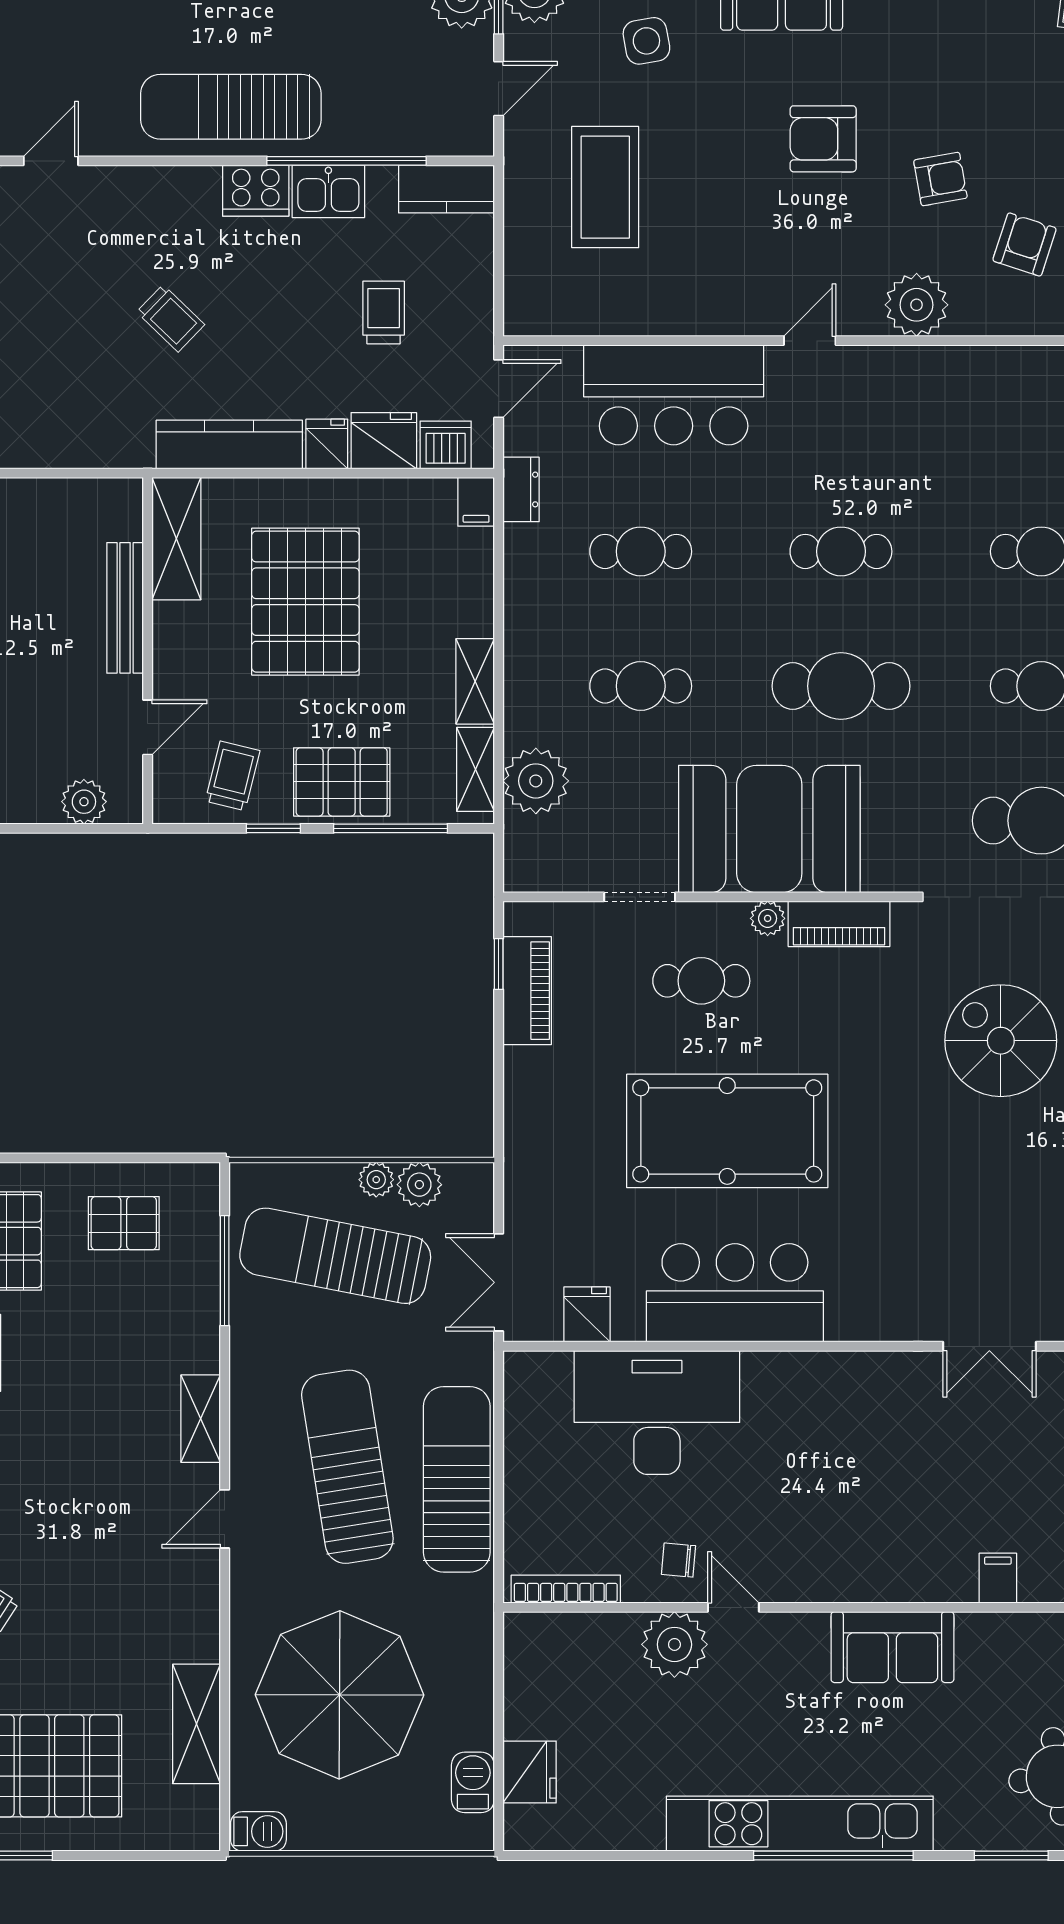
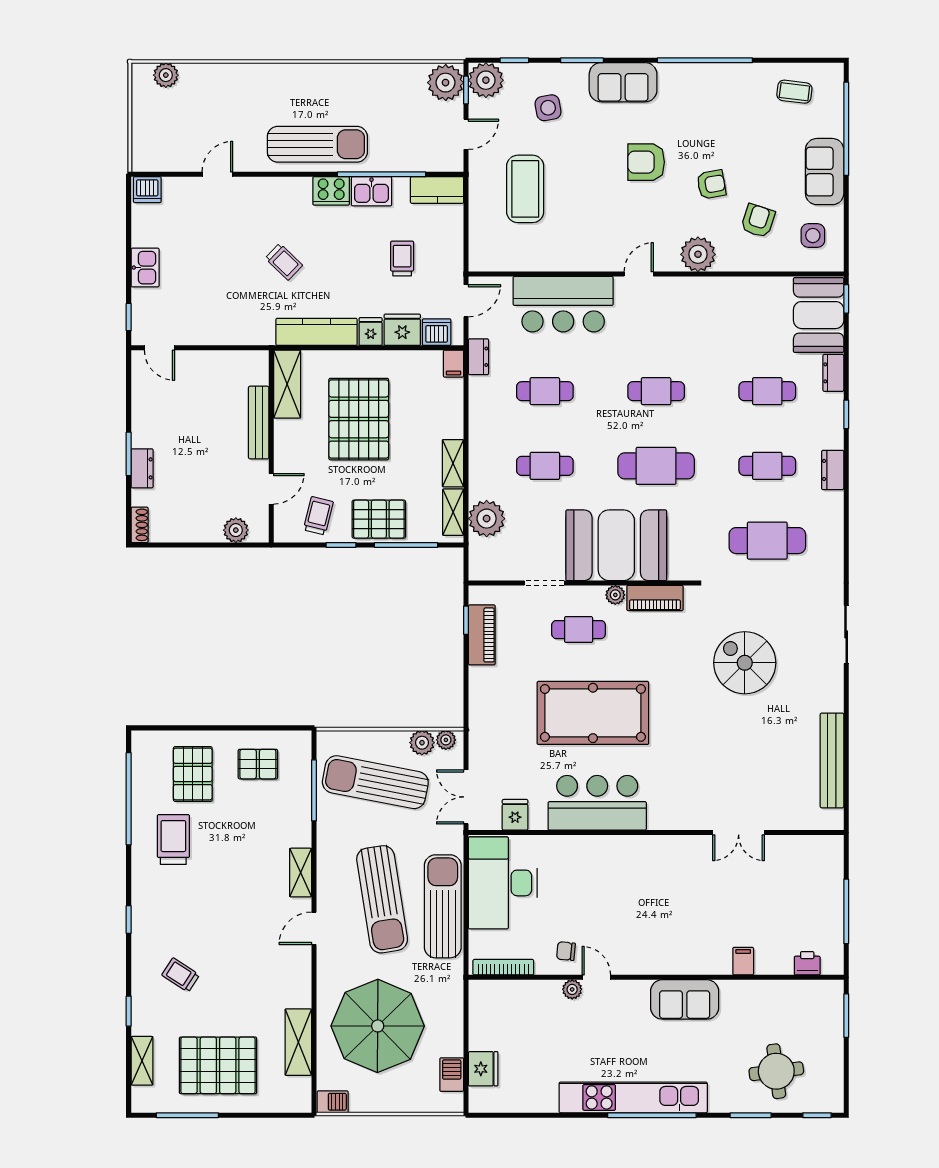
sun lounger: (231, 107) -> (317, 144), turned 180
plant: (376, 1180) -> (446, 740), moved
desk: (657, 1413) -> (503, 883), moved, turned -90
sun lounger: (347, 1467) -> (382, 899), turned 180
plant: (674, 1644) -> (572, 989), width x0.53, depth x0.53

